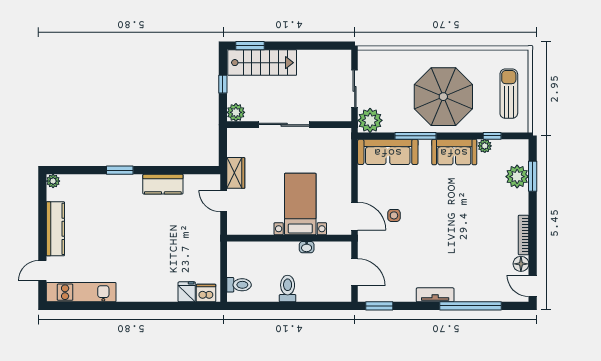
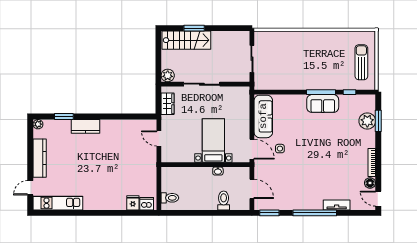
window: (250, 46) -> (194, 28), moved
window: (223, 84) -> (158, 55), removed
parasol: (443, 97) -> (315, 64), removed
plant: (370, 120) -> (263, 81), removed
window: (416, 136) -> (321, 92), moved
plant: (485, 146) -> (344, 99), removed
sofa: (388, 152) -> (263, 116), moved, turned -90
window: (120, 170) -> (64, 117), moved
wardrobe: (236, 173) -> (168, 104), moved
kitchen counter: (163, 184) -> (86, 126), moved
toilet: (288, 289) -> (224, 201), moved
tv unit: (435, 295) -> (337, 205), moved
window: (471, 306) -> (315, 213), moved

